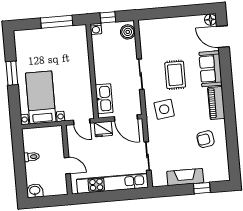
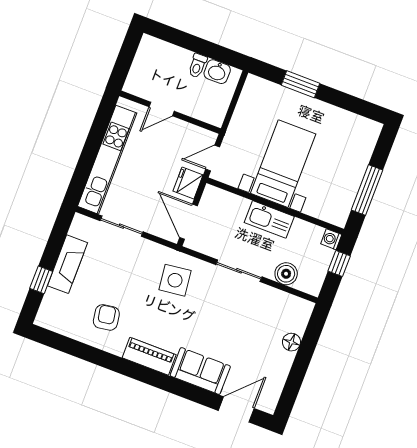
floor lamp: (210, 20) -> (291, 342), moved
boiler: (128, 32) -> (286, 274), moved
window: (12, 73) -> (300, 84), moved
rug: (175, 75) -> (215, 318), removed
bed with nightstands: (41, 97) -> (283, 164), moved, turned -90
kitchen sink: (104, 99) -> (269, 219), moved
door: (126, 118) -> (188, 222), hinge flipped
washbasin: (35, 191) -> (217, 72), moved, turned 90

